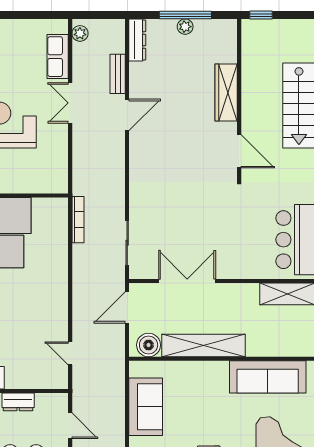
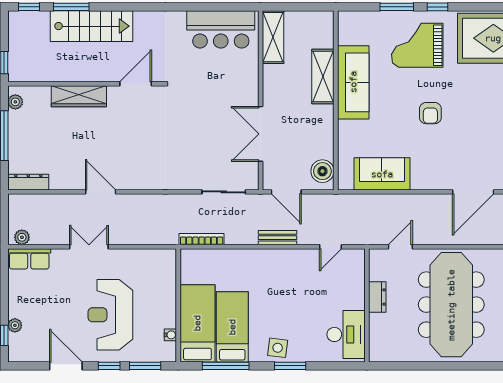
plant: (185, 27) -> (15, 102), moved
row of seats: (58, 57) -> (29, 259), moved
bench: (118, 74) -> (277, 238), moved
double door: (70, 103) -> (89, 247), swing flipped
shelving: (204, 345) -> (323, 76), moved, width x0.68
sofa: (268, 377) -> (353, 82), moved

